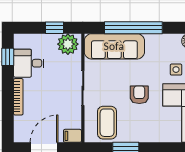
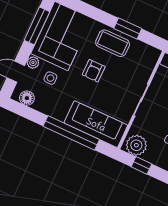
coffee table: (107, 123) -> (113, 43), moved, turned 90

